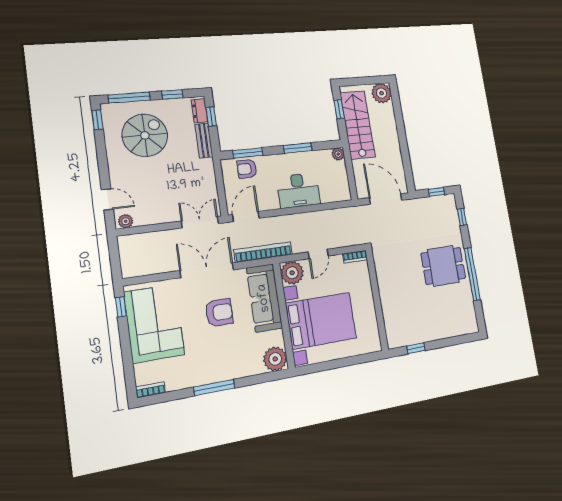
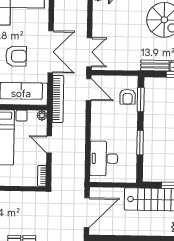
plant: (338, 154) -> (131, 177), removed
armchair: (247, 169) -> (128, 97), turned 180
desk: (298, 190) -> (104, 159), moved
plant: (292, 273) -> (42, 115), width x0.53, depth x0.53
armchair: (219, 313) -> (16, 56), turned -90

